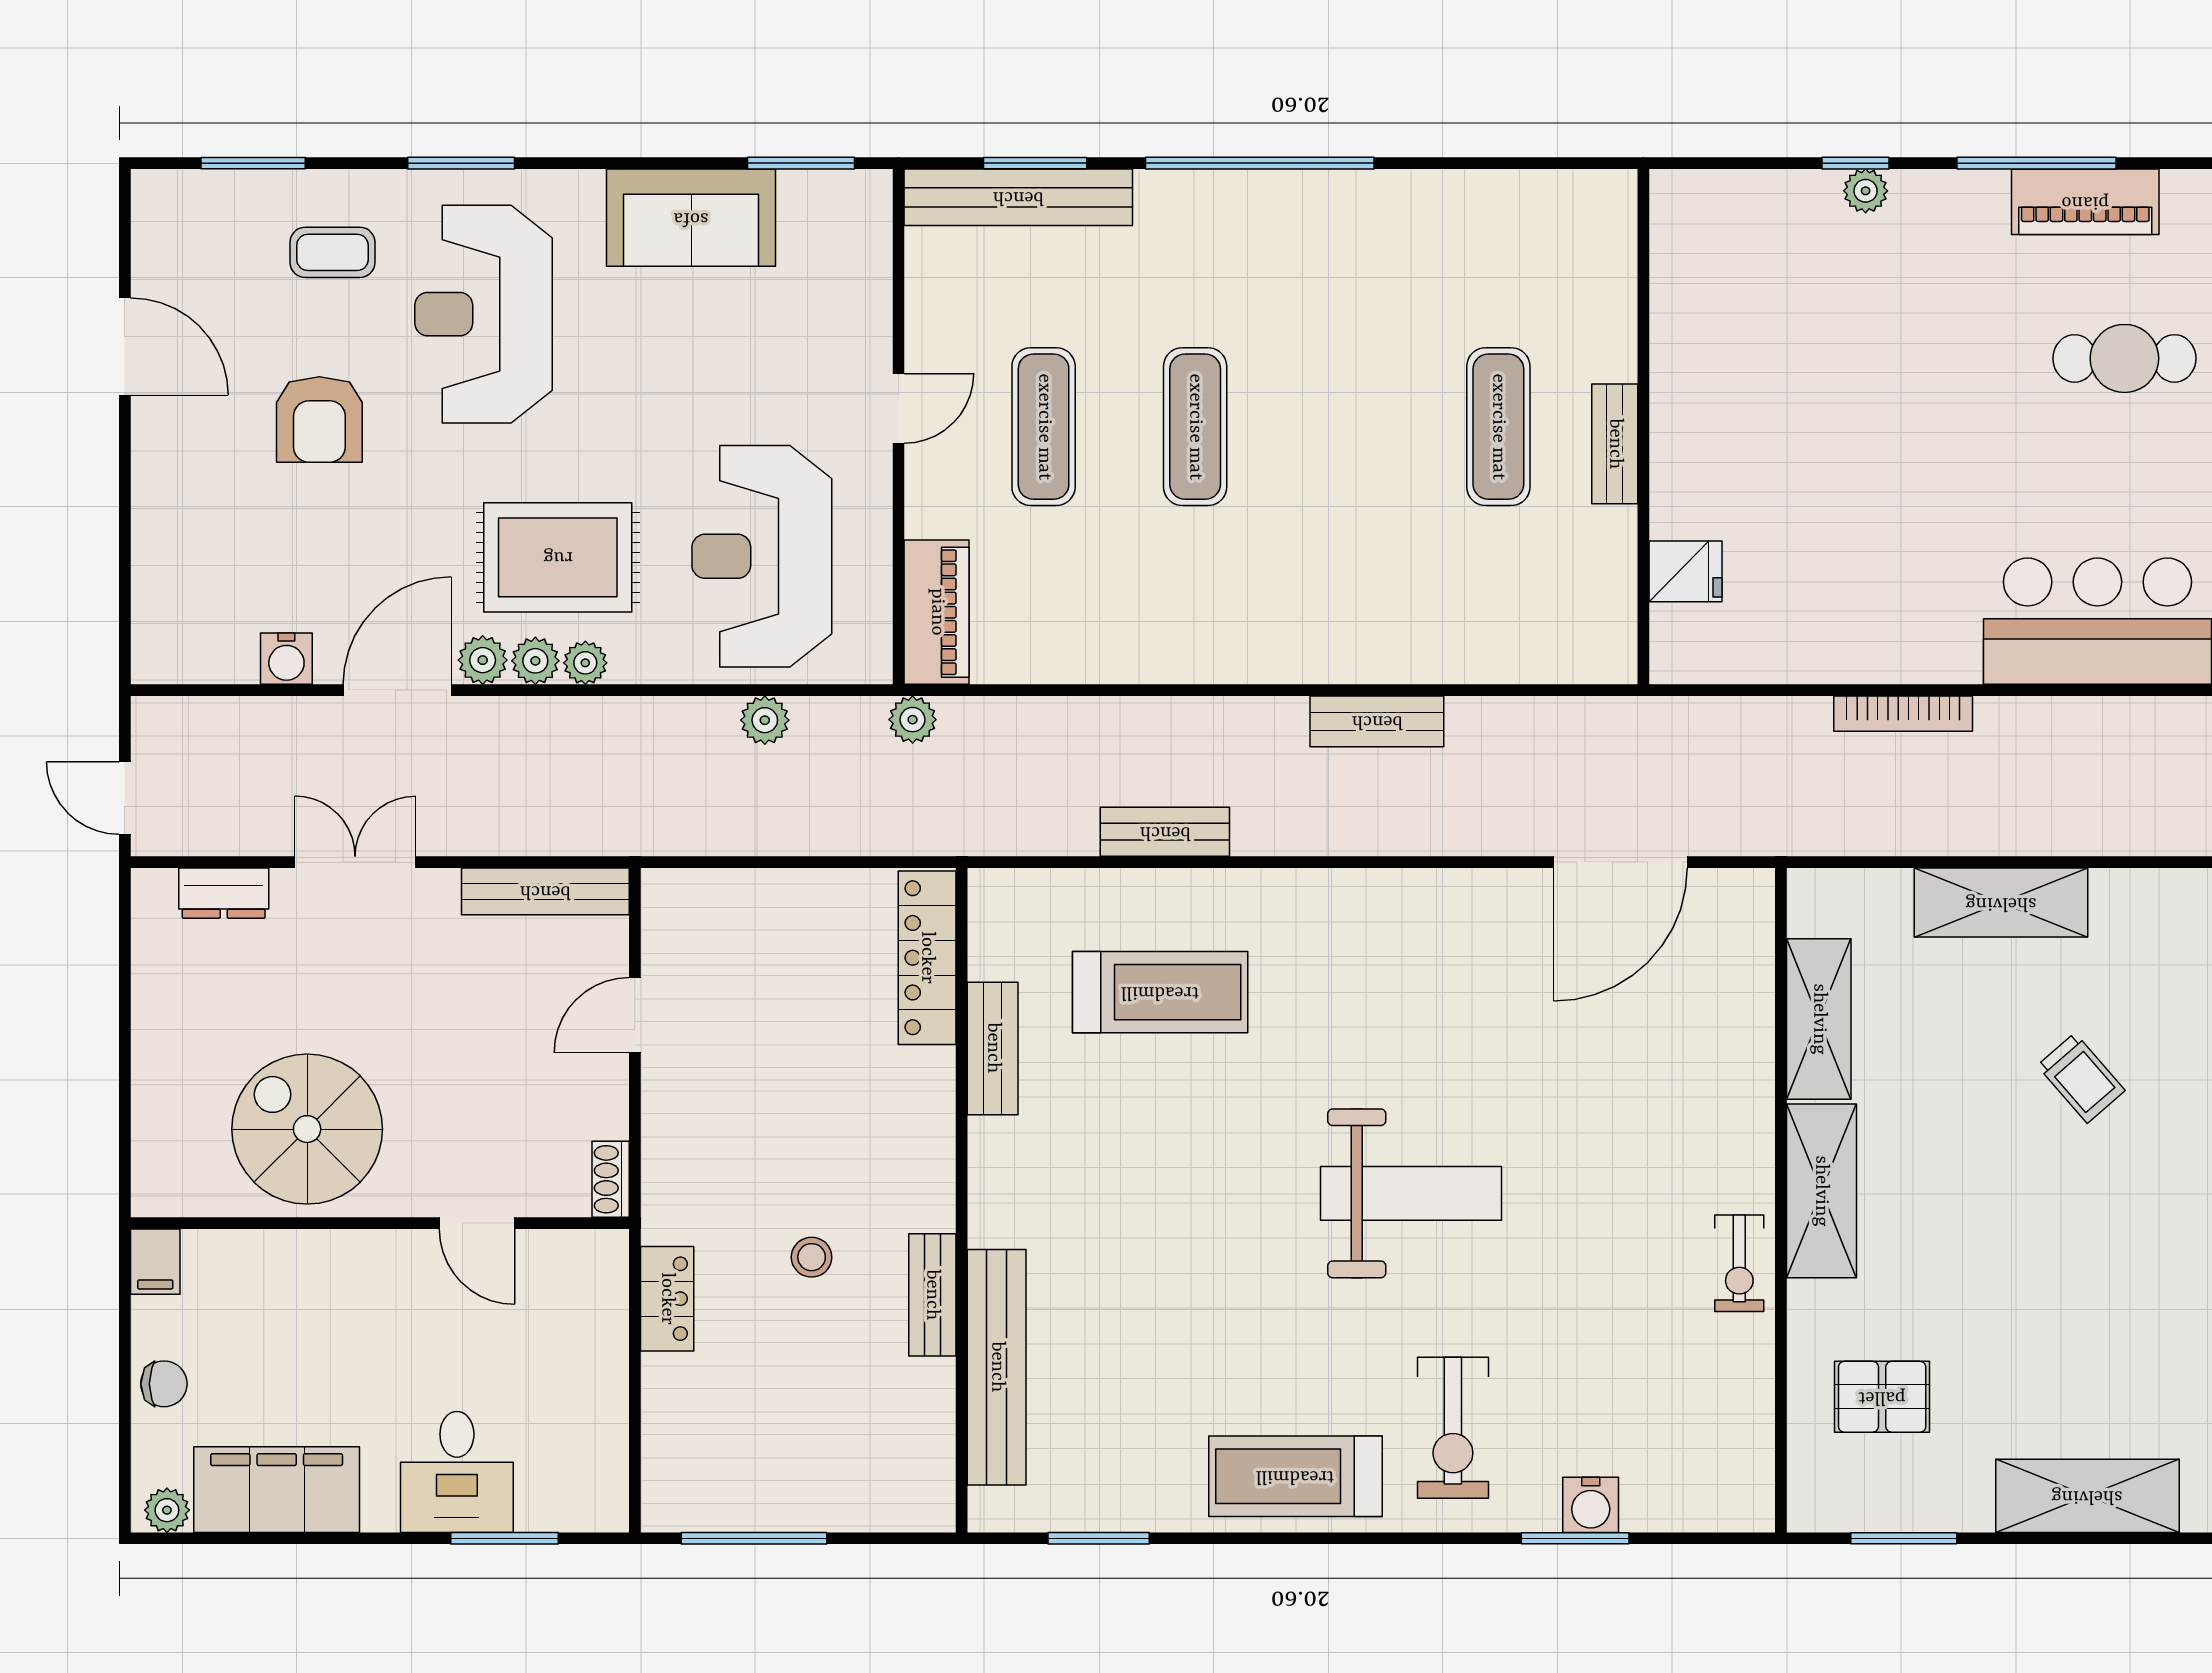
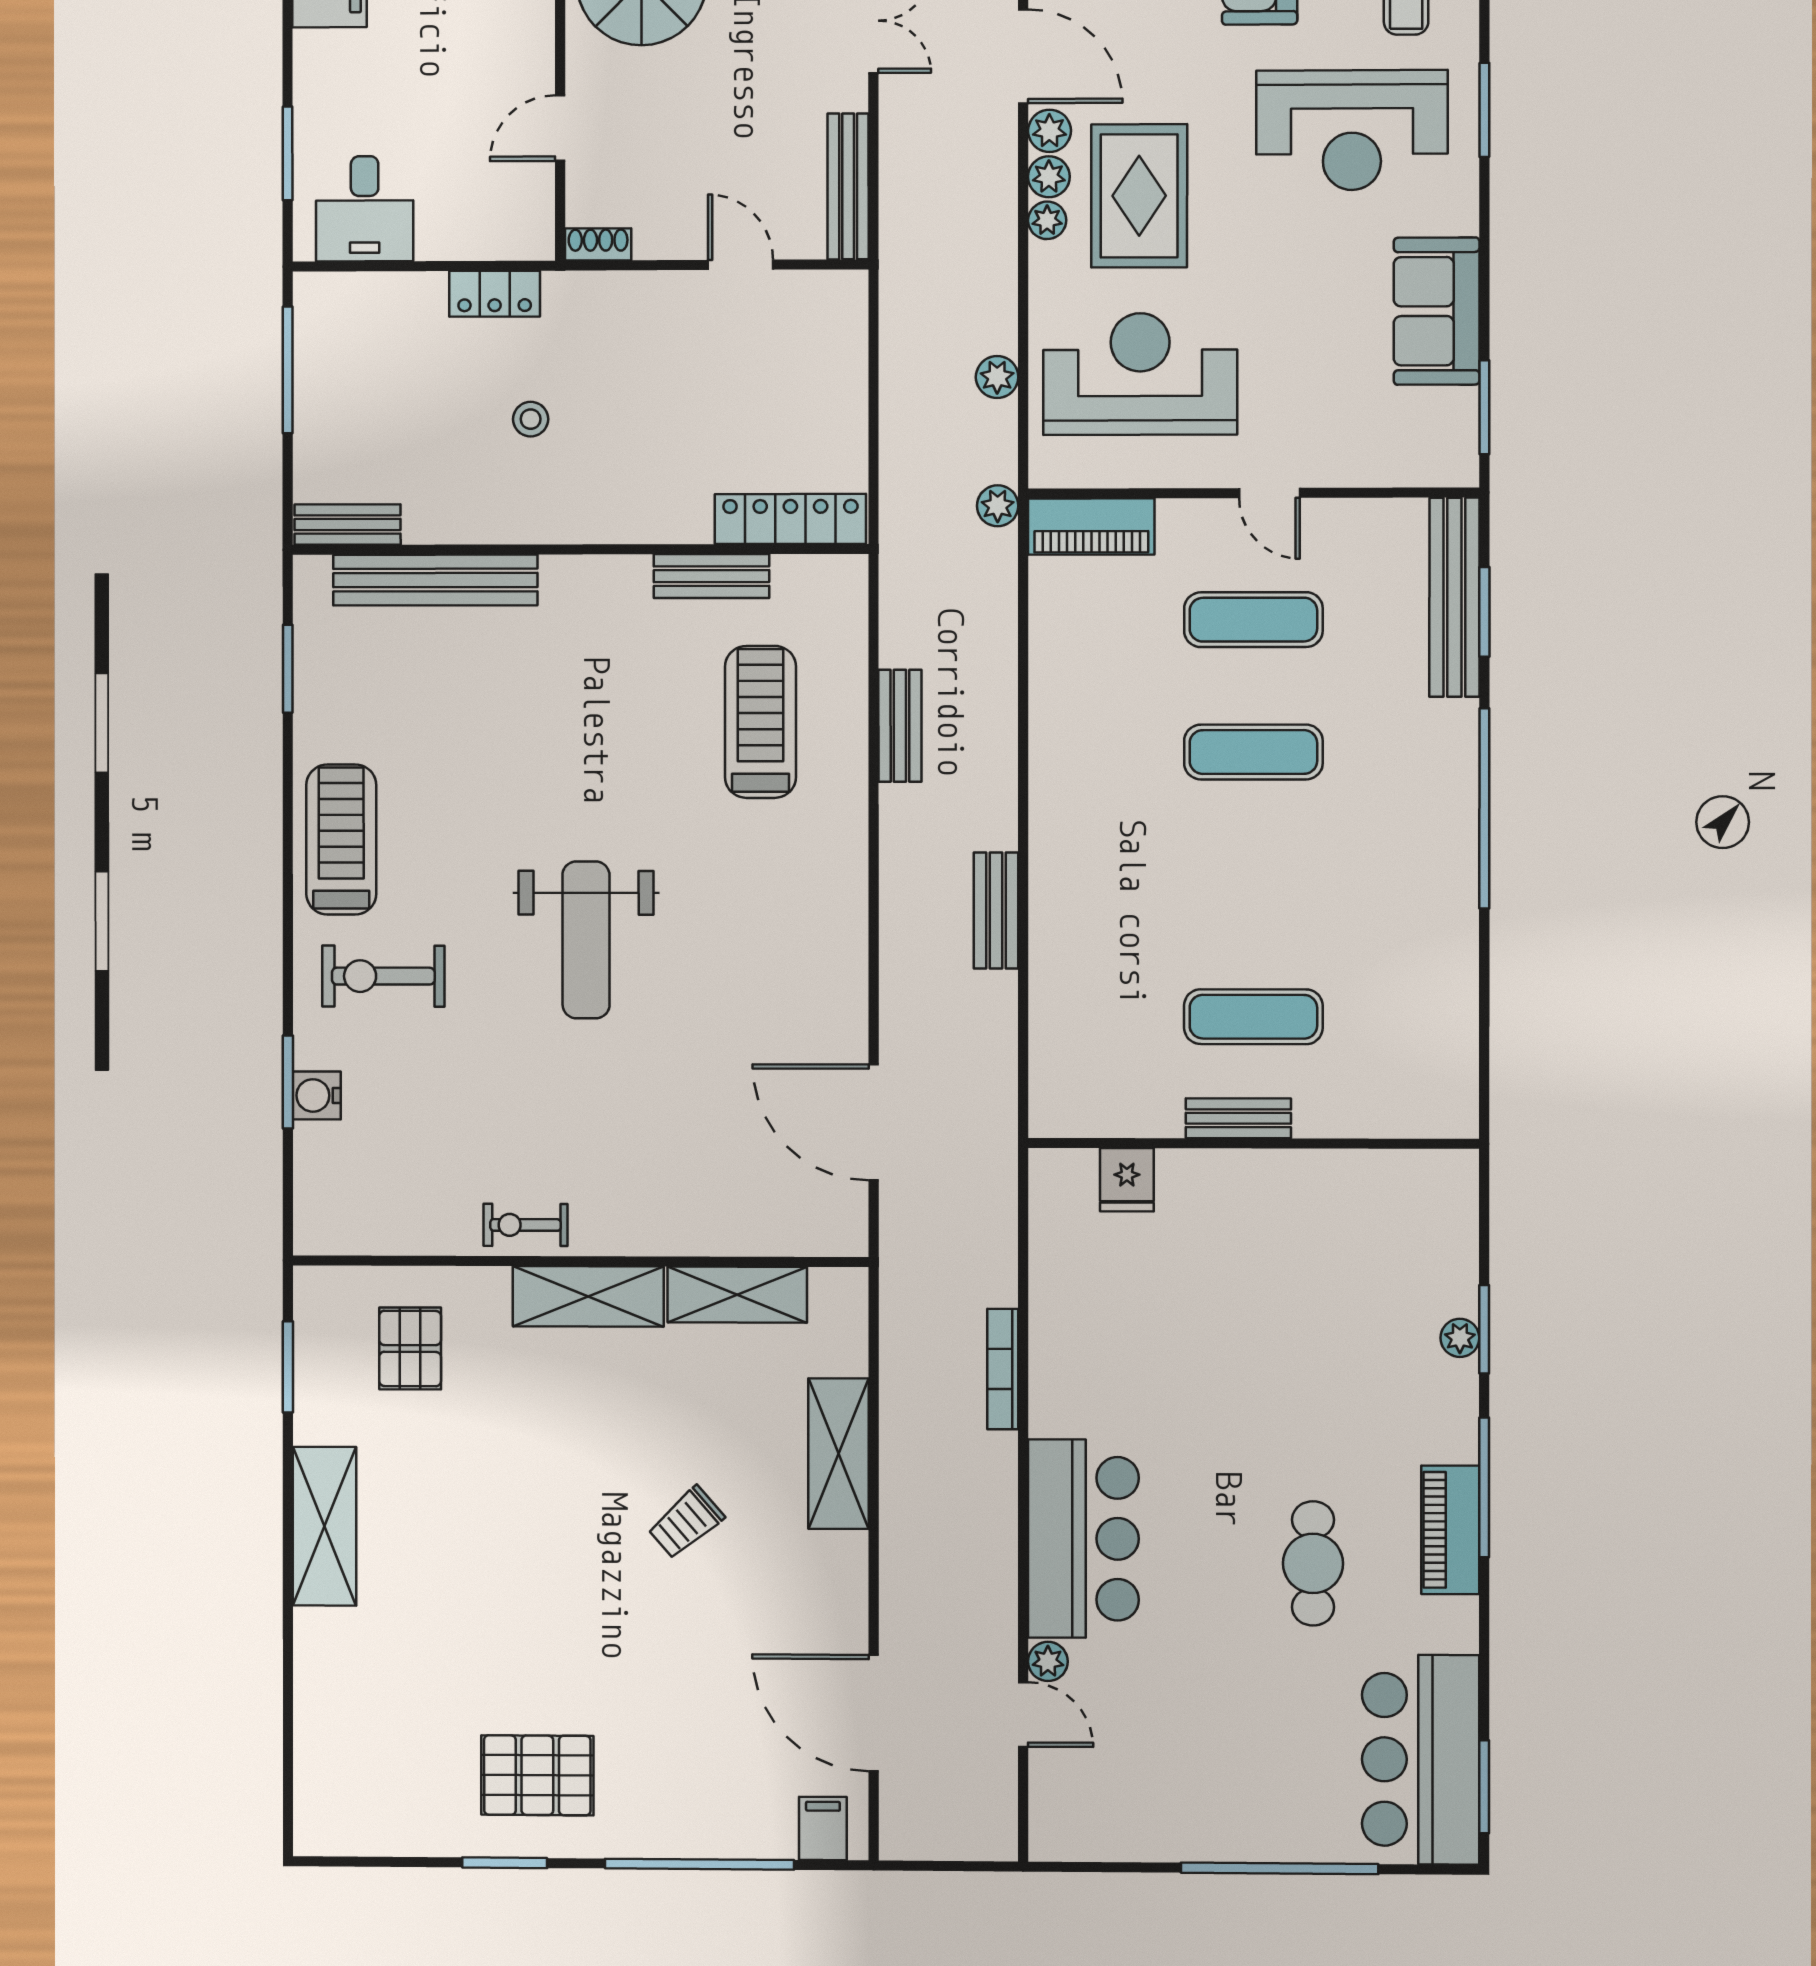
window: (1856, 163) -> (1484, 1329), width x1.50
reception desk: (484, 314) -> (1352, 130), turned 180
treadmill: (1160, 992) -> (760, 722), turned 180
bench: (932, 1295) -> (348, 524), moved
desk: (457, 1472) -> (365, 209), moved, turned -90

